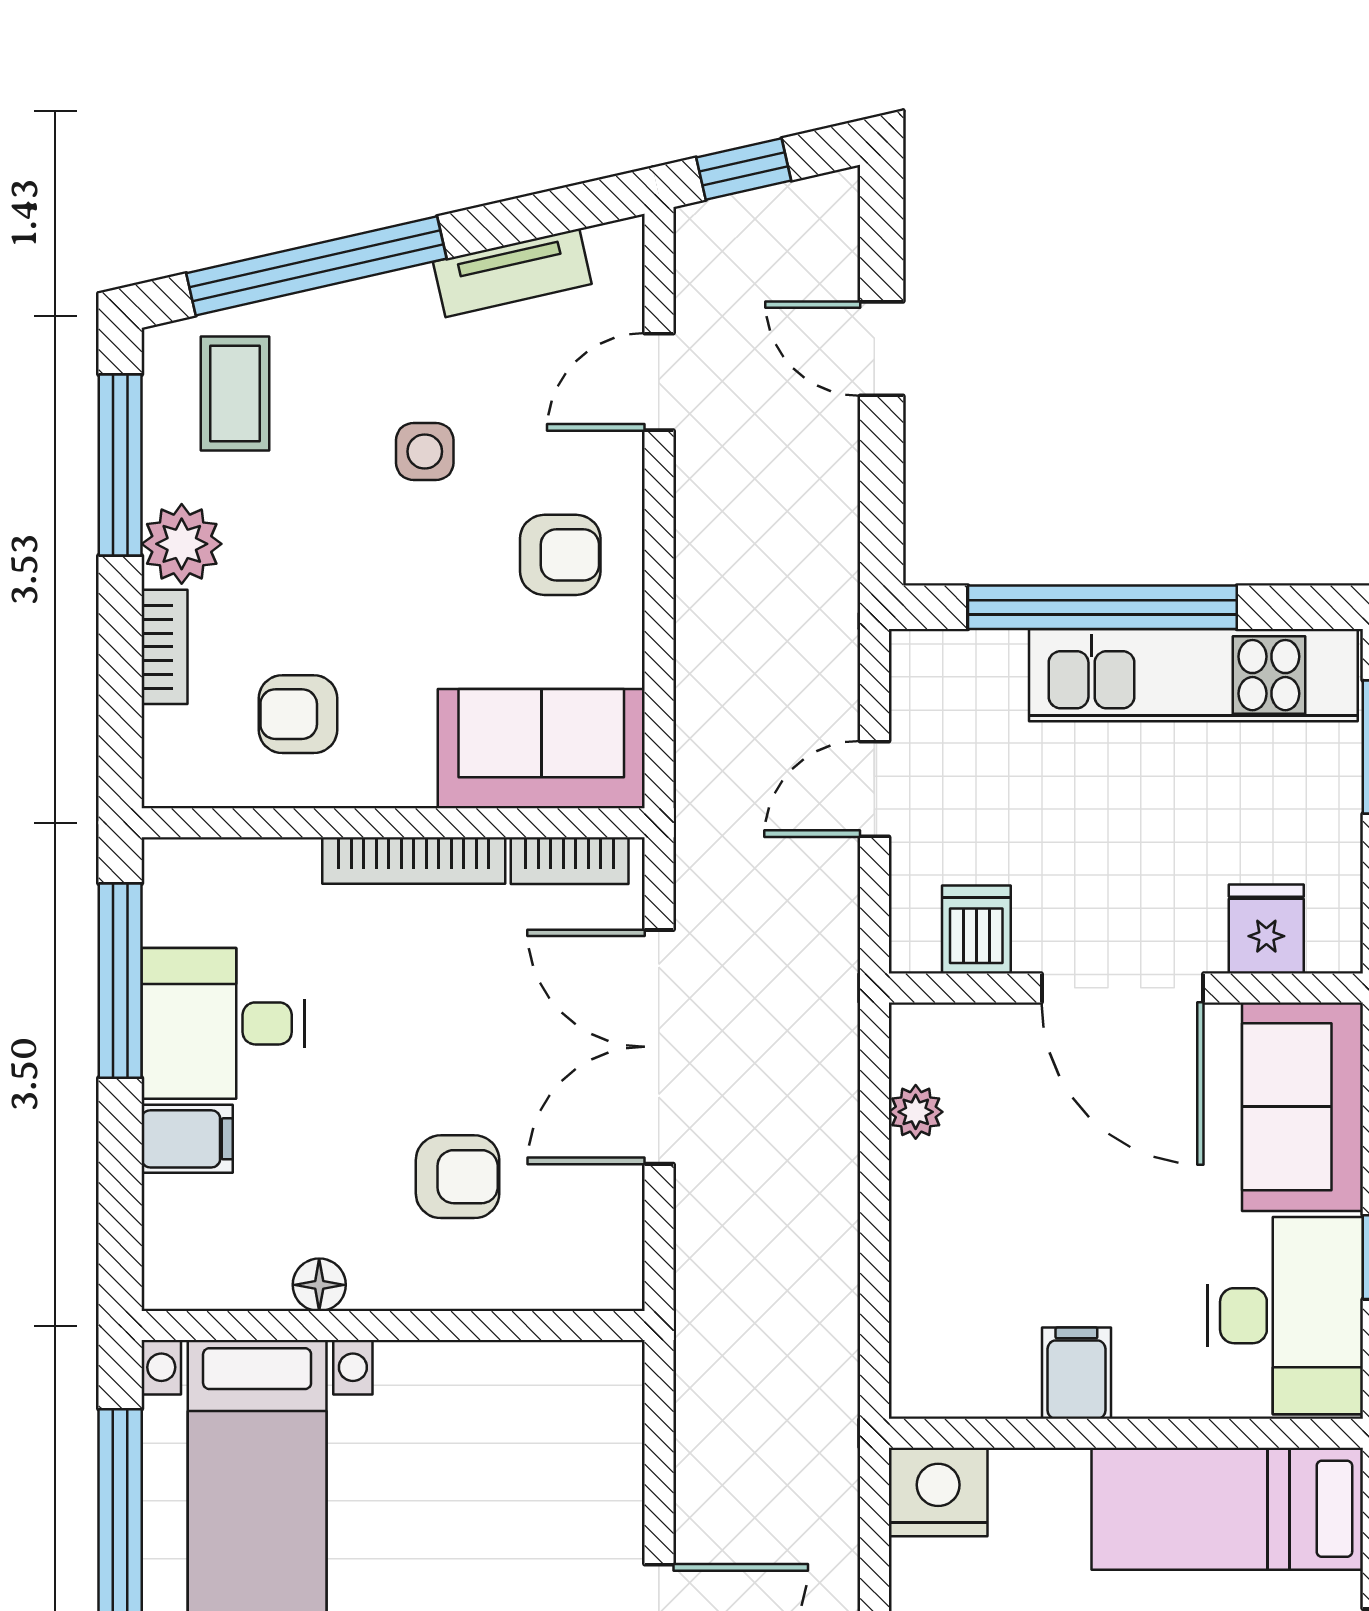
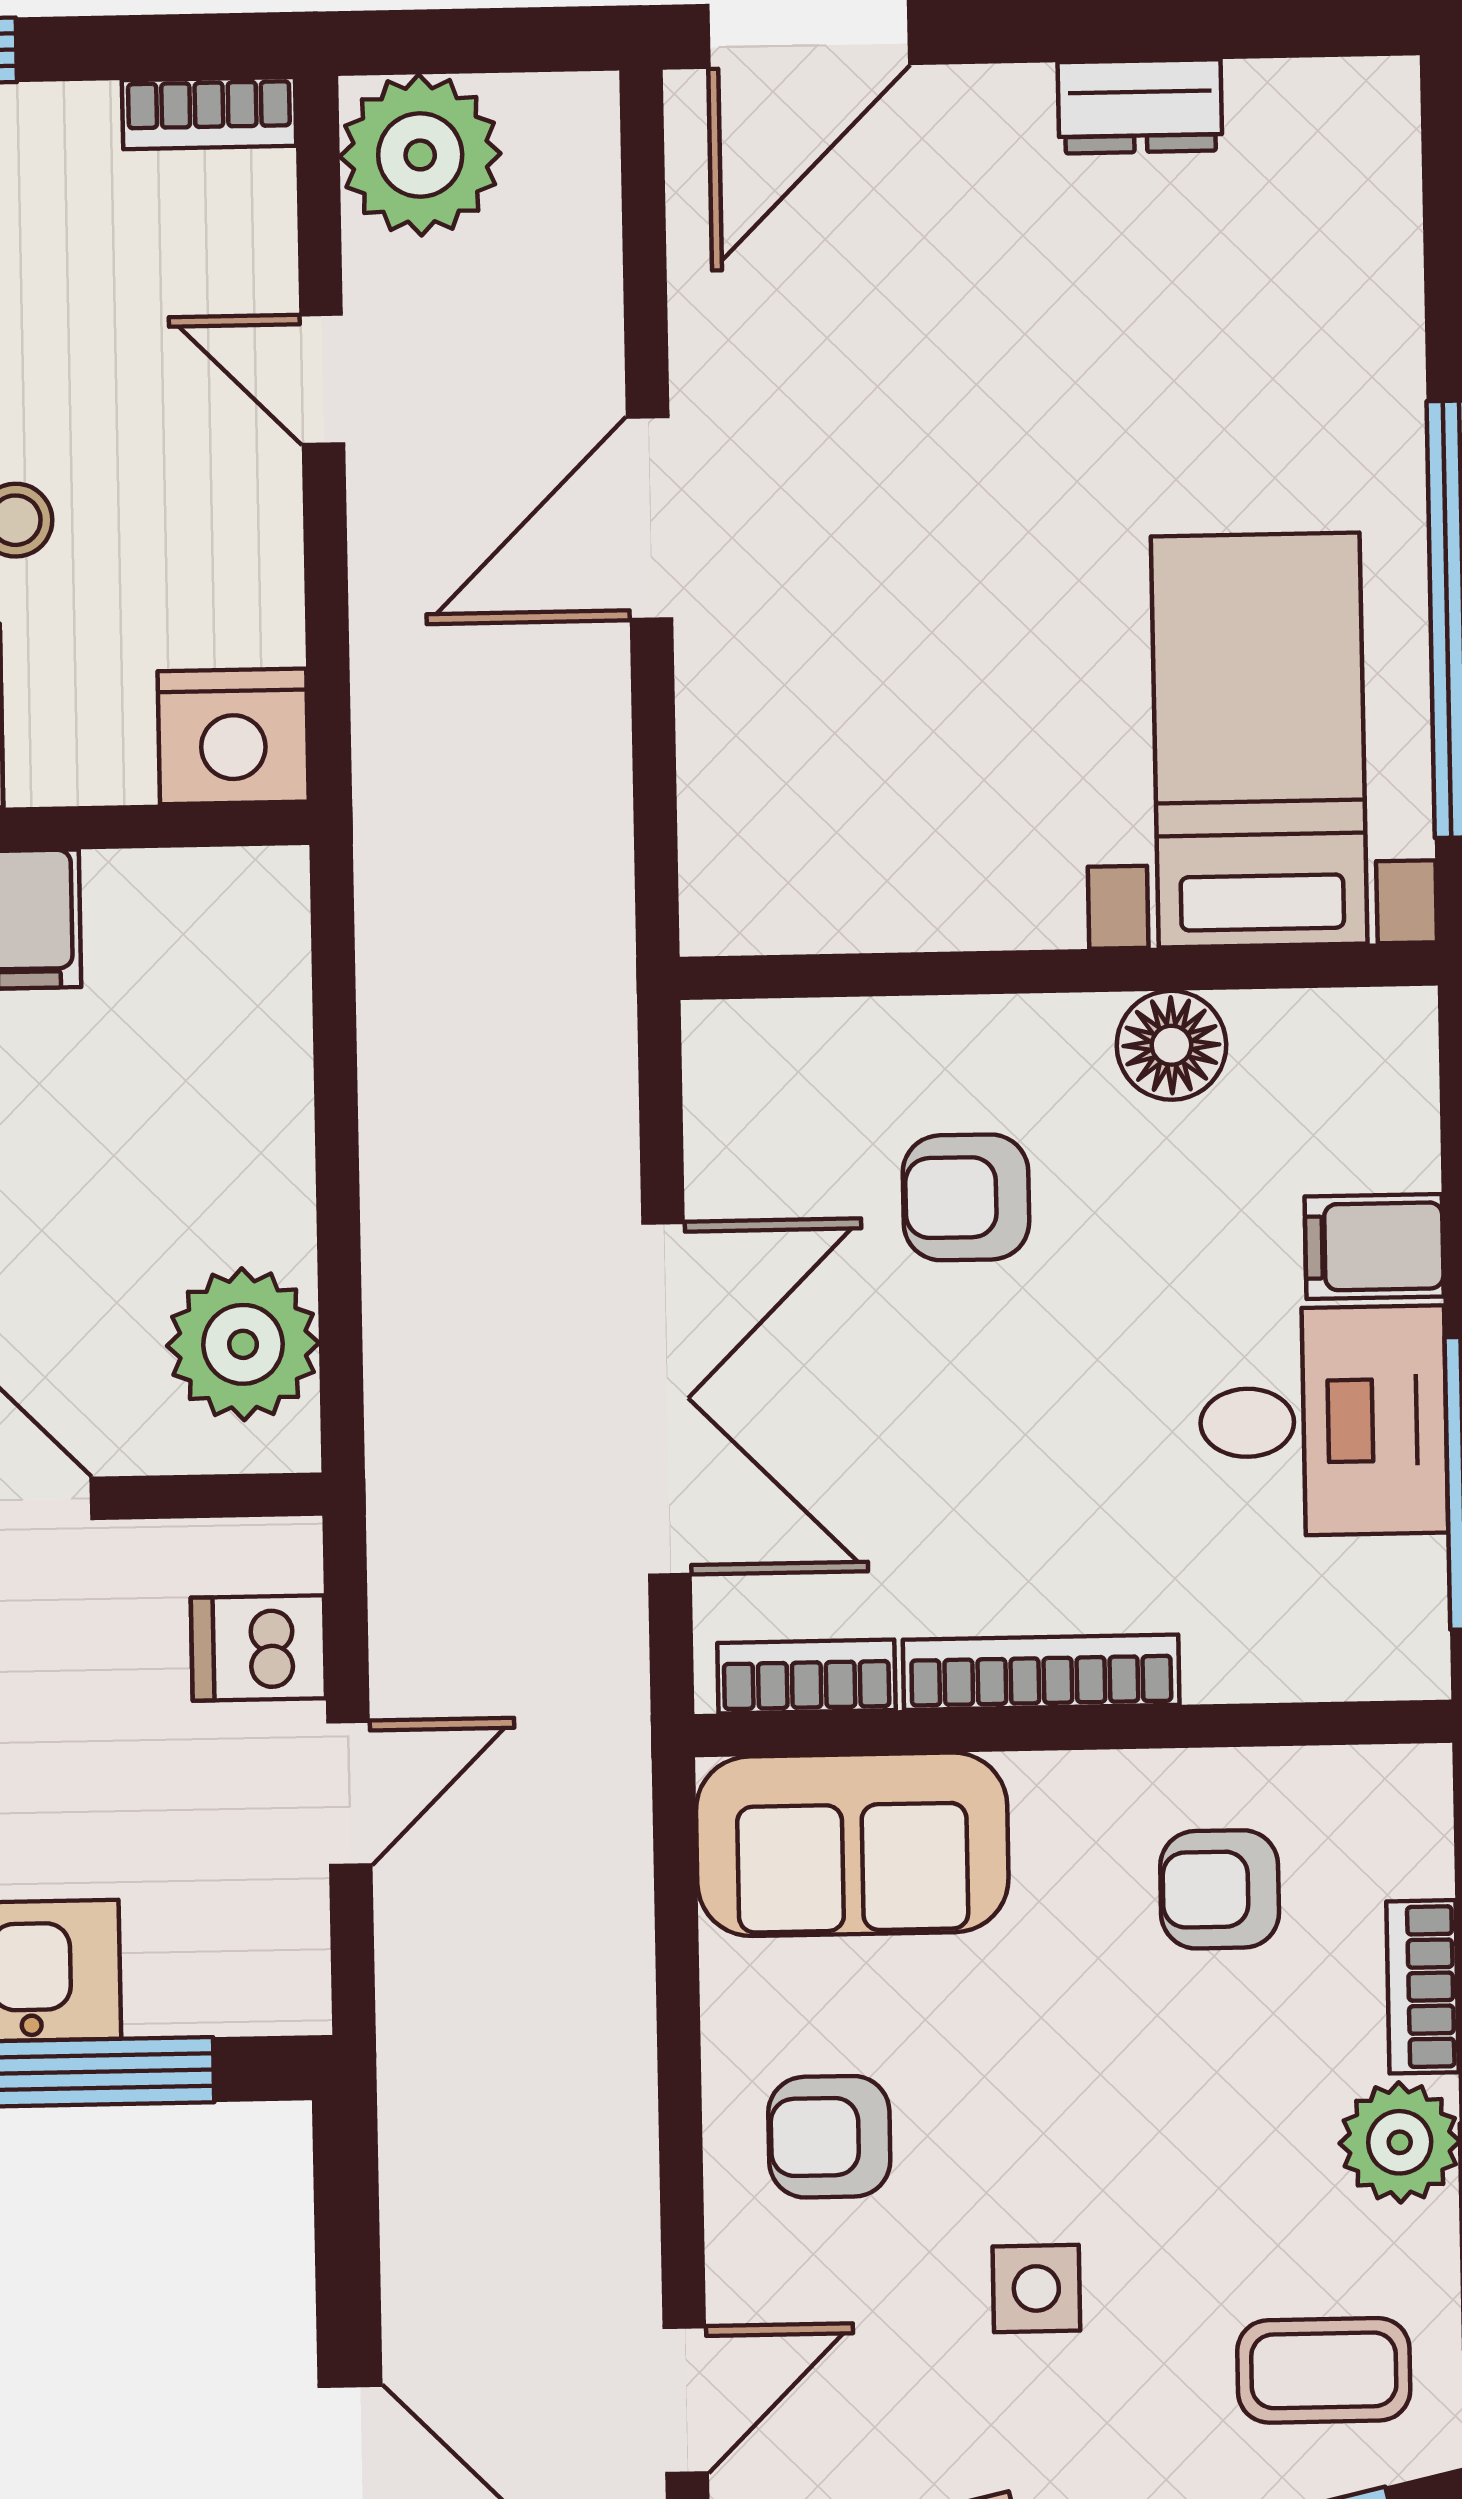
coffee table: (235, 393) -> (1324, 2370), turned 90
armchair: (298, 714) -> (1220, 1889), turned 180
dishwasher: (976, 929) -> (258, 1648), moved, turned 90
plant: (916, 1112) -> (243, 1344), width x1.88, depth x1.88
floor lamp: (319, 1285) -> (1171, 1045), width x1.37, depth x1.37

